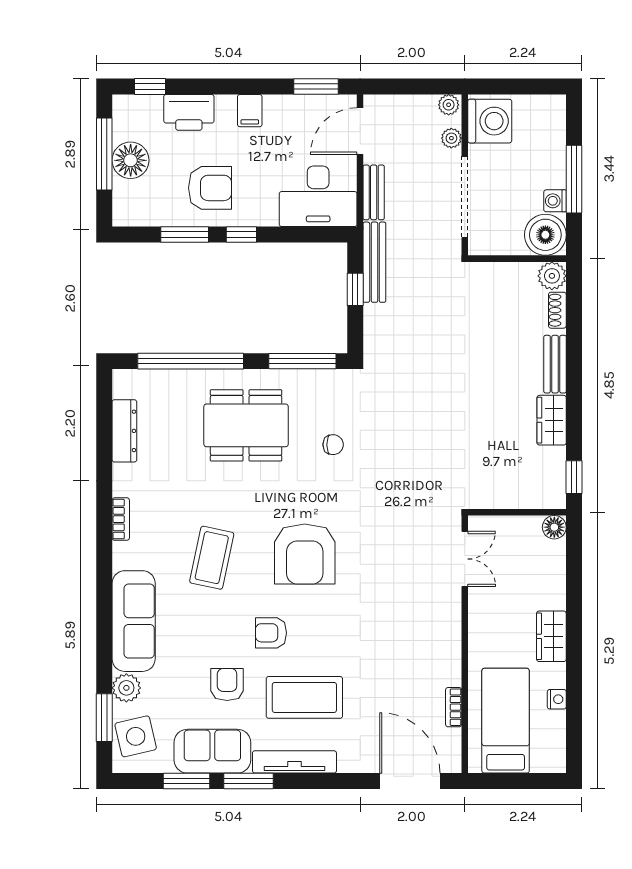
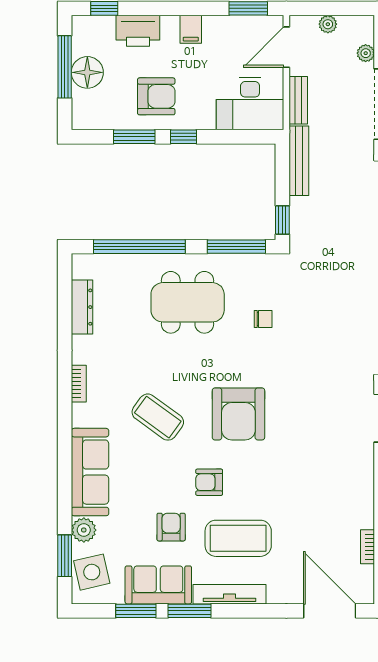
plant: (449, 105) -> (328, 24), moved
window: (355, 289) -> (282, 220), moved
coffee table: (212, 558) -> (158, 417), turned -66

